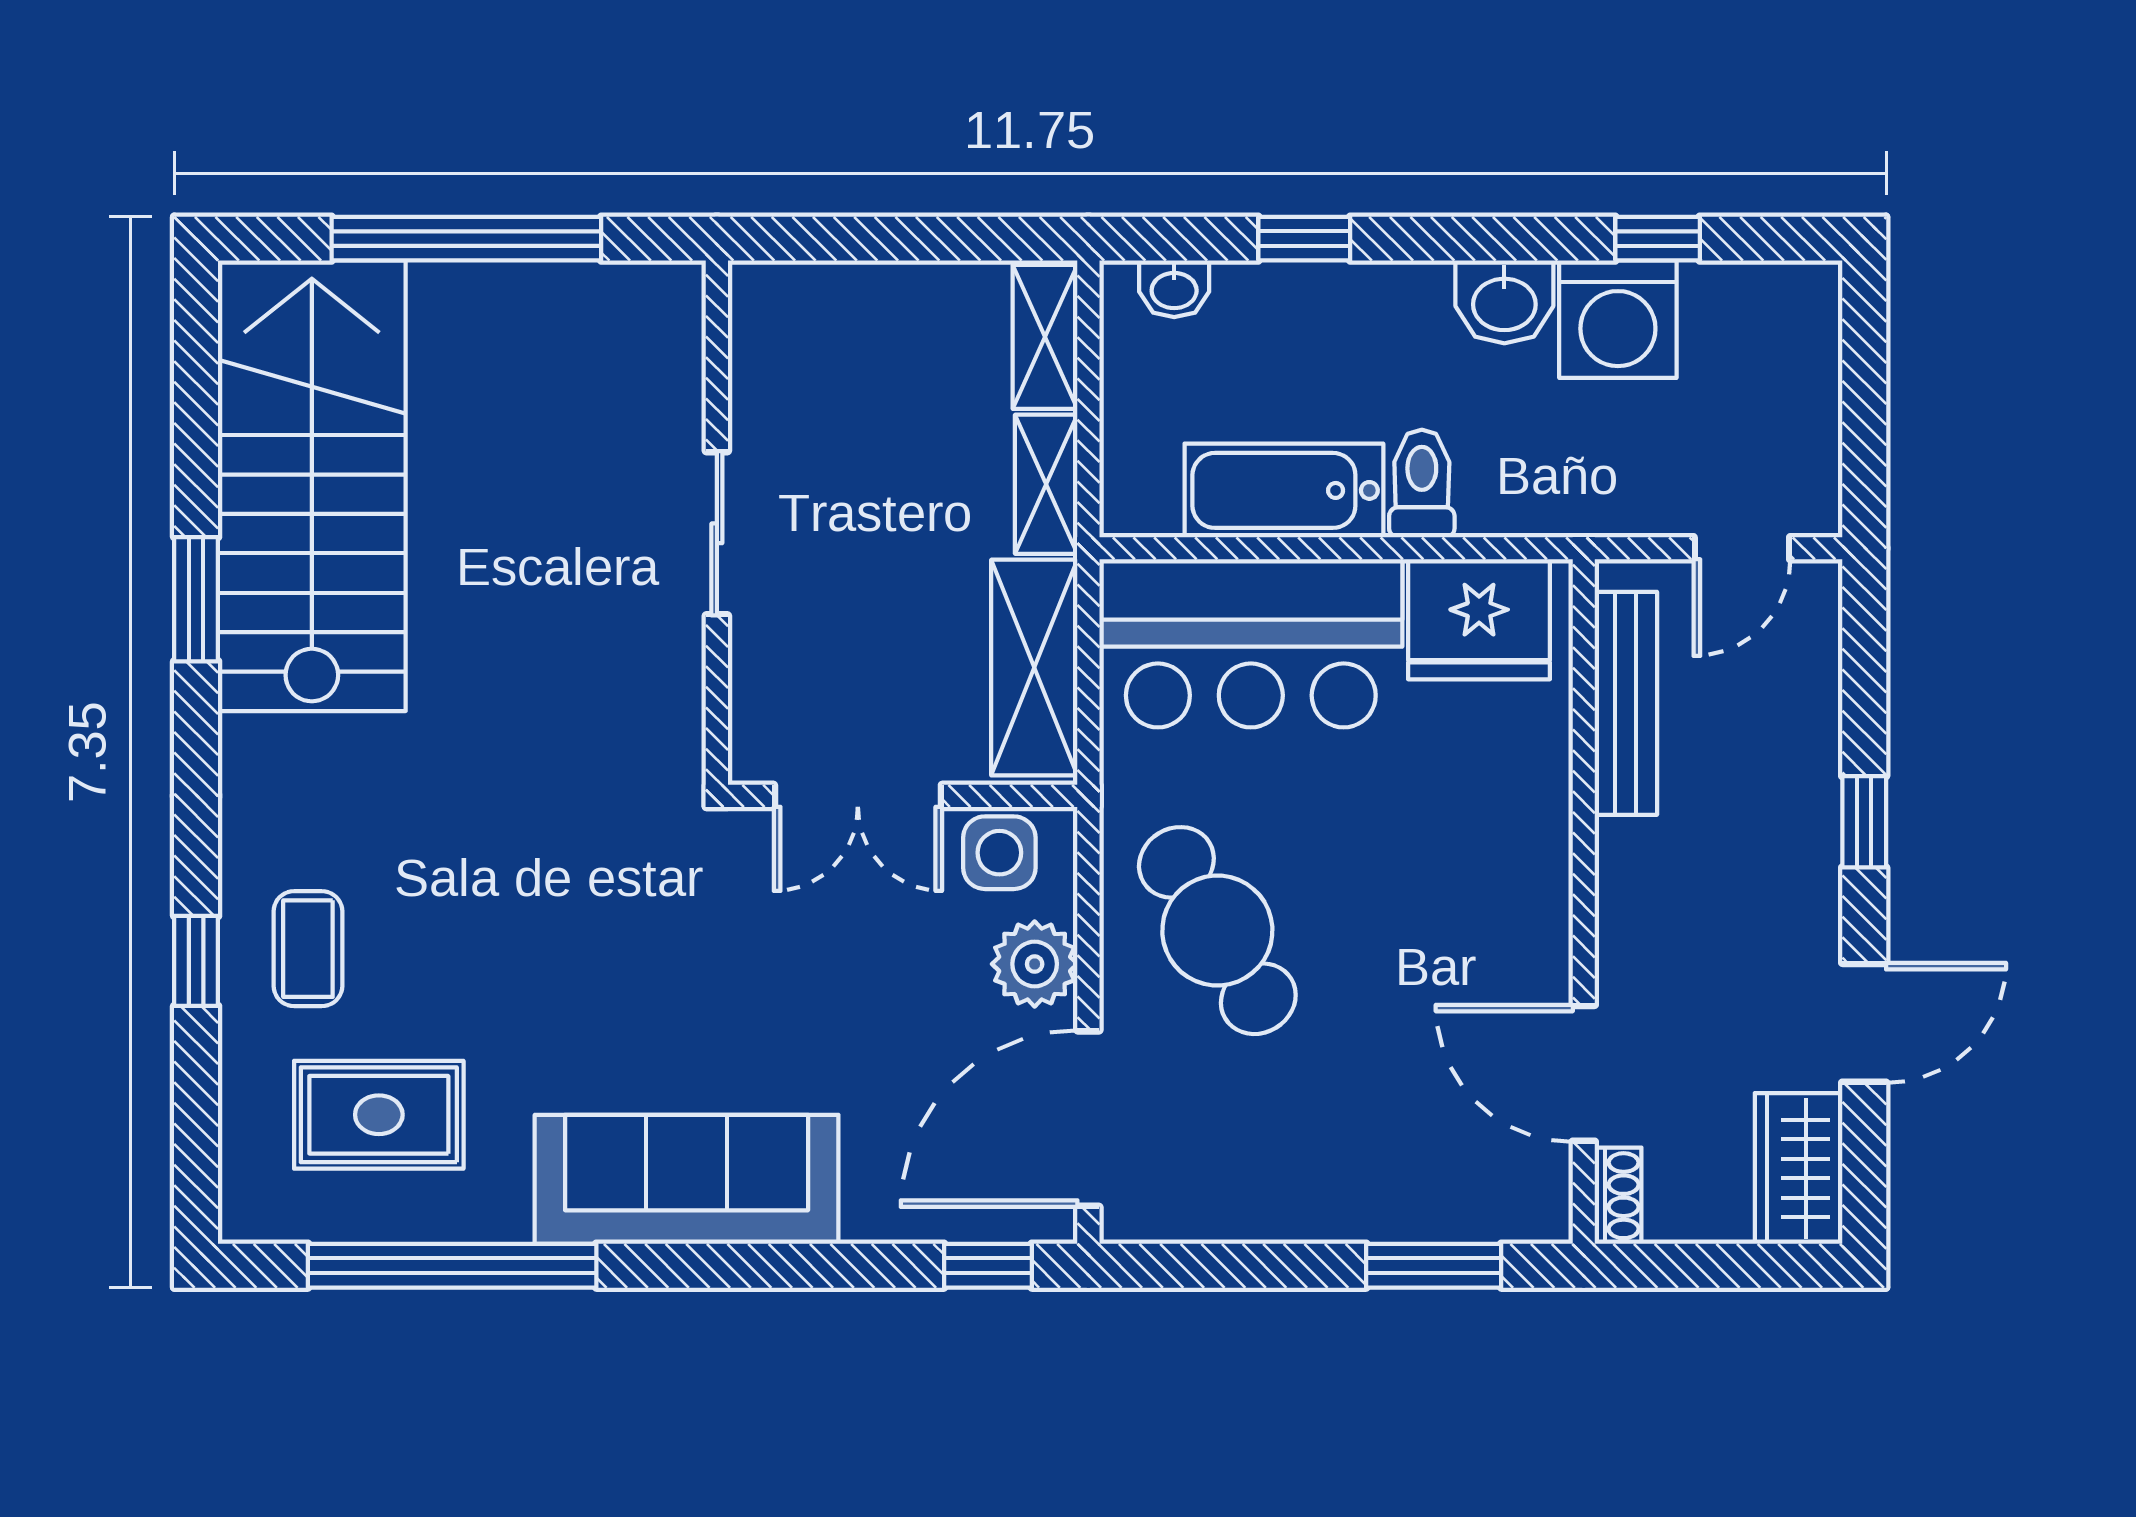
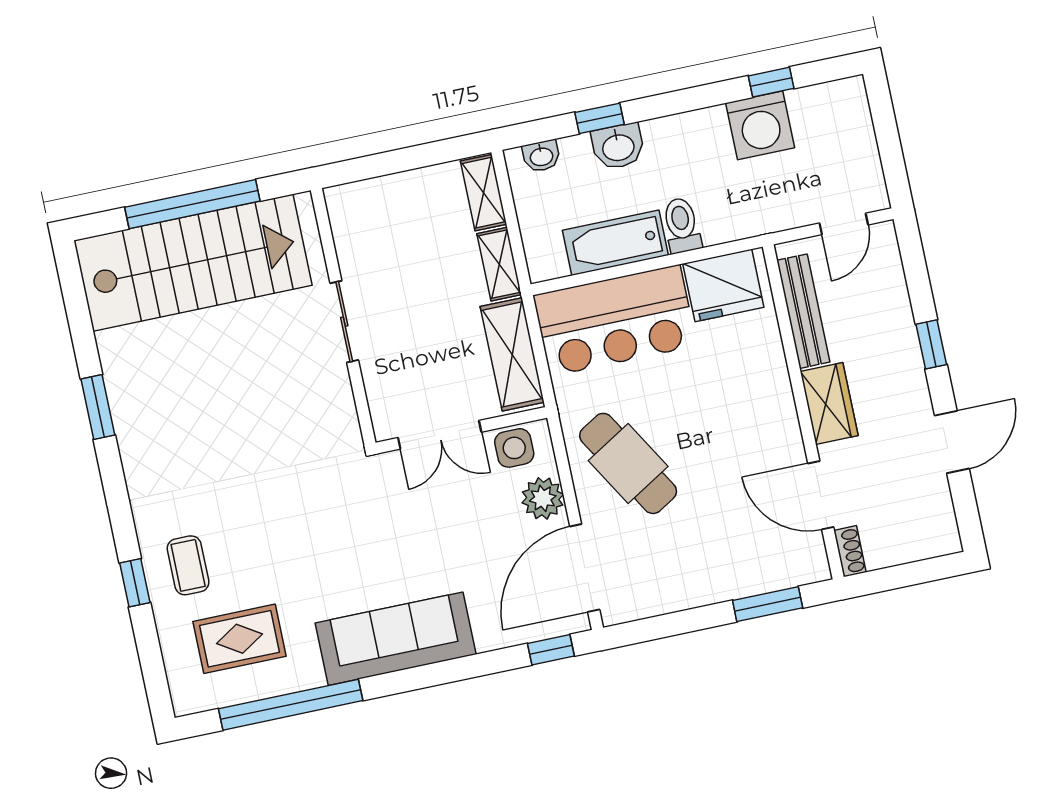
washbasin: (1504, 302) -> (618, 147), moved
stairs: (312, 486) -> (193, 263), moved, turned 90
wardrobe: (1799, 1168) -> (829, 404), moved, turned 180

